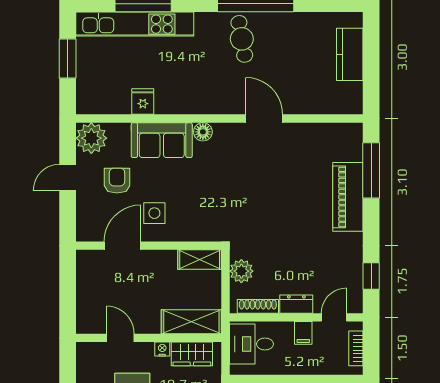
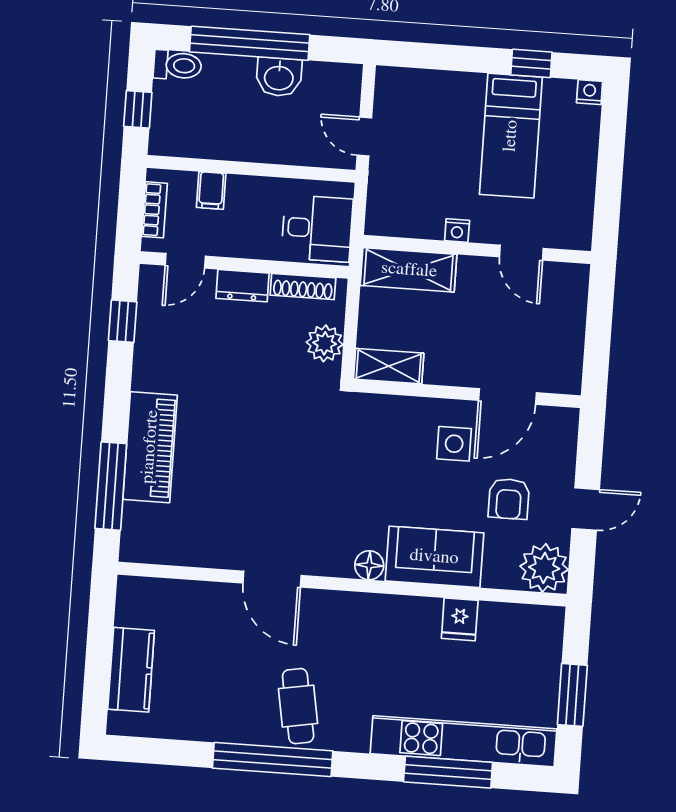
filing cabinet: (303, 333) -> (211, 190), moved, turned 180
wardrobe: (192, 354) -> (411, 220), removed

